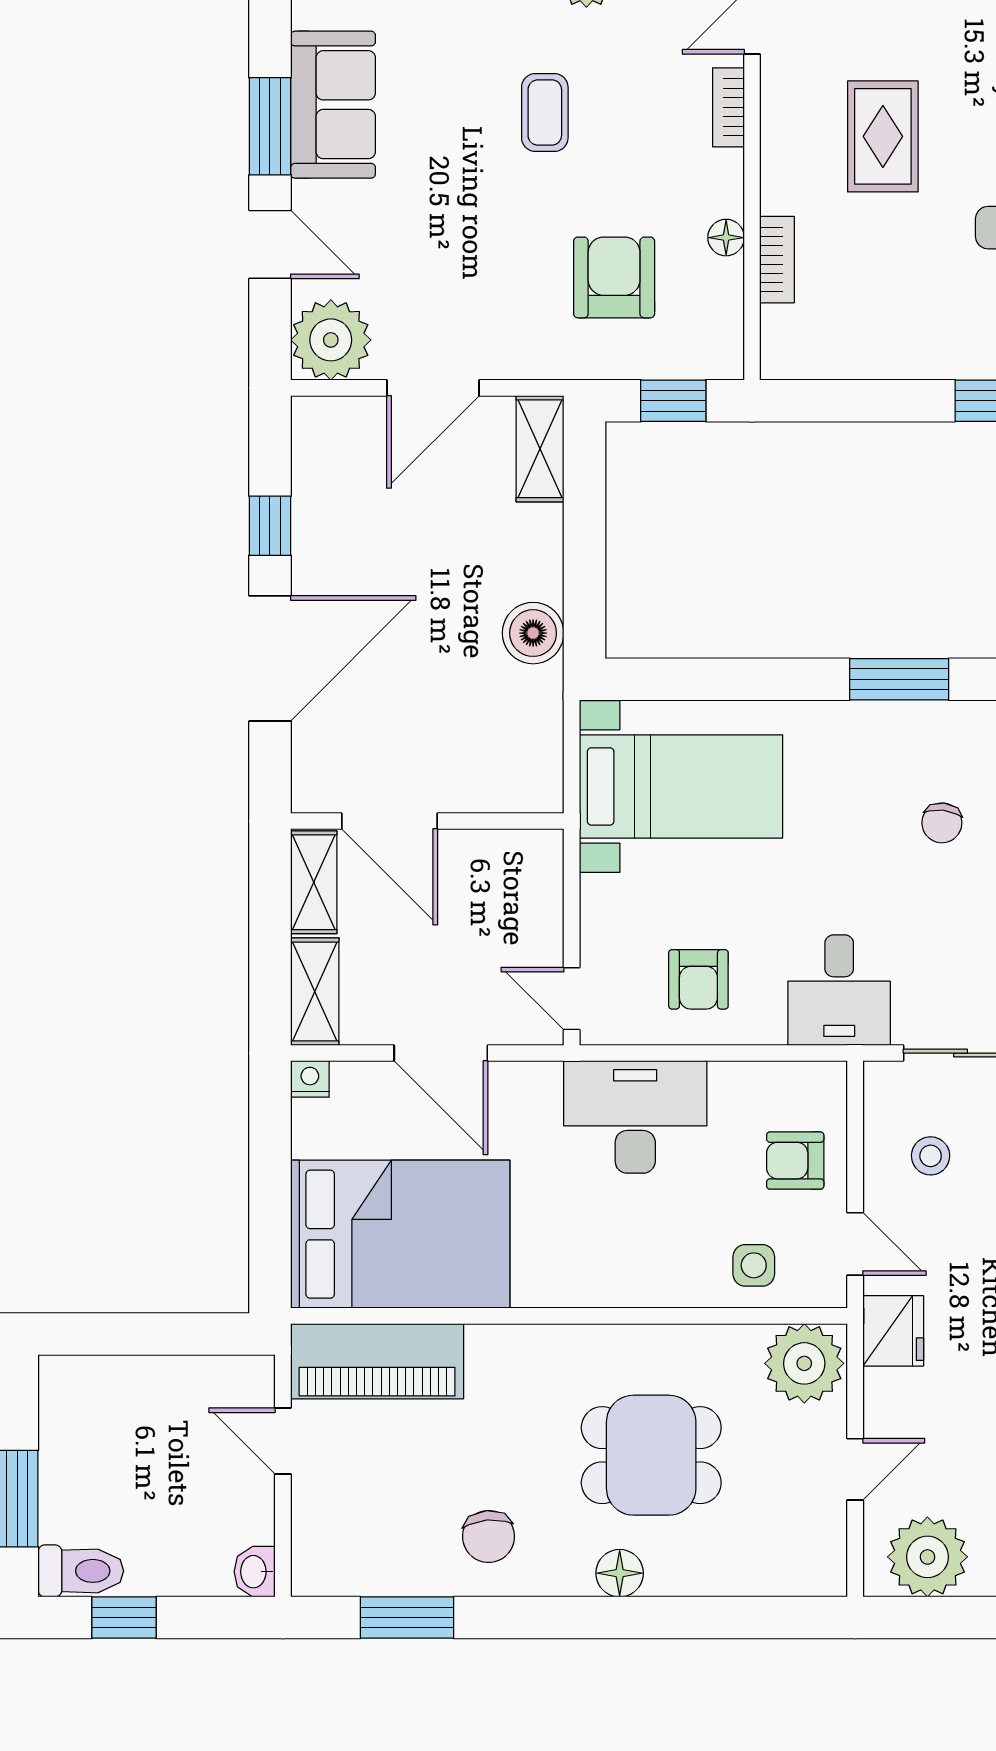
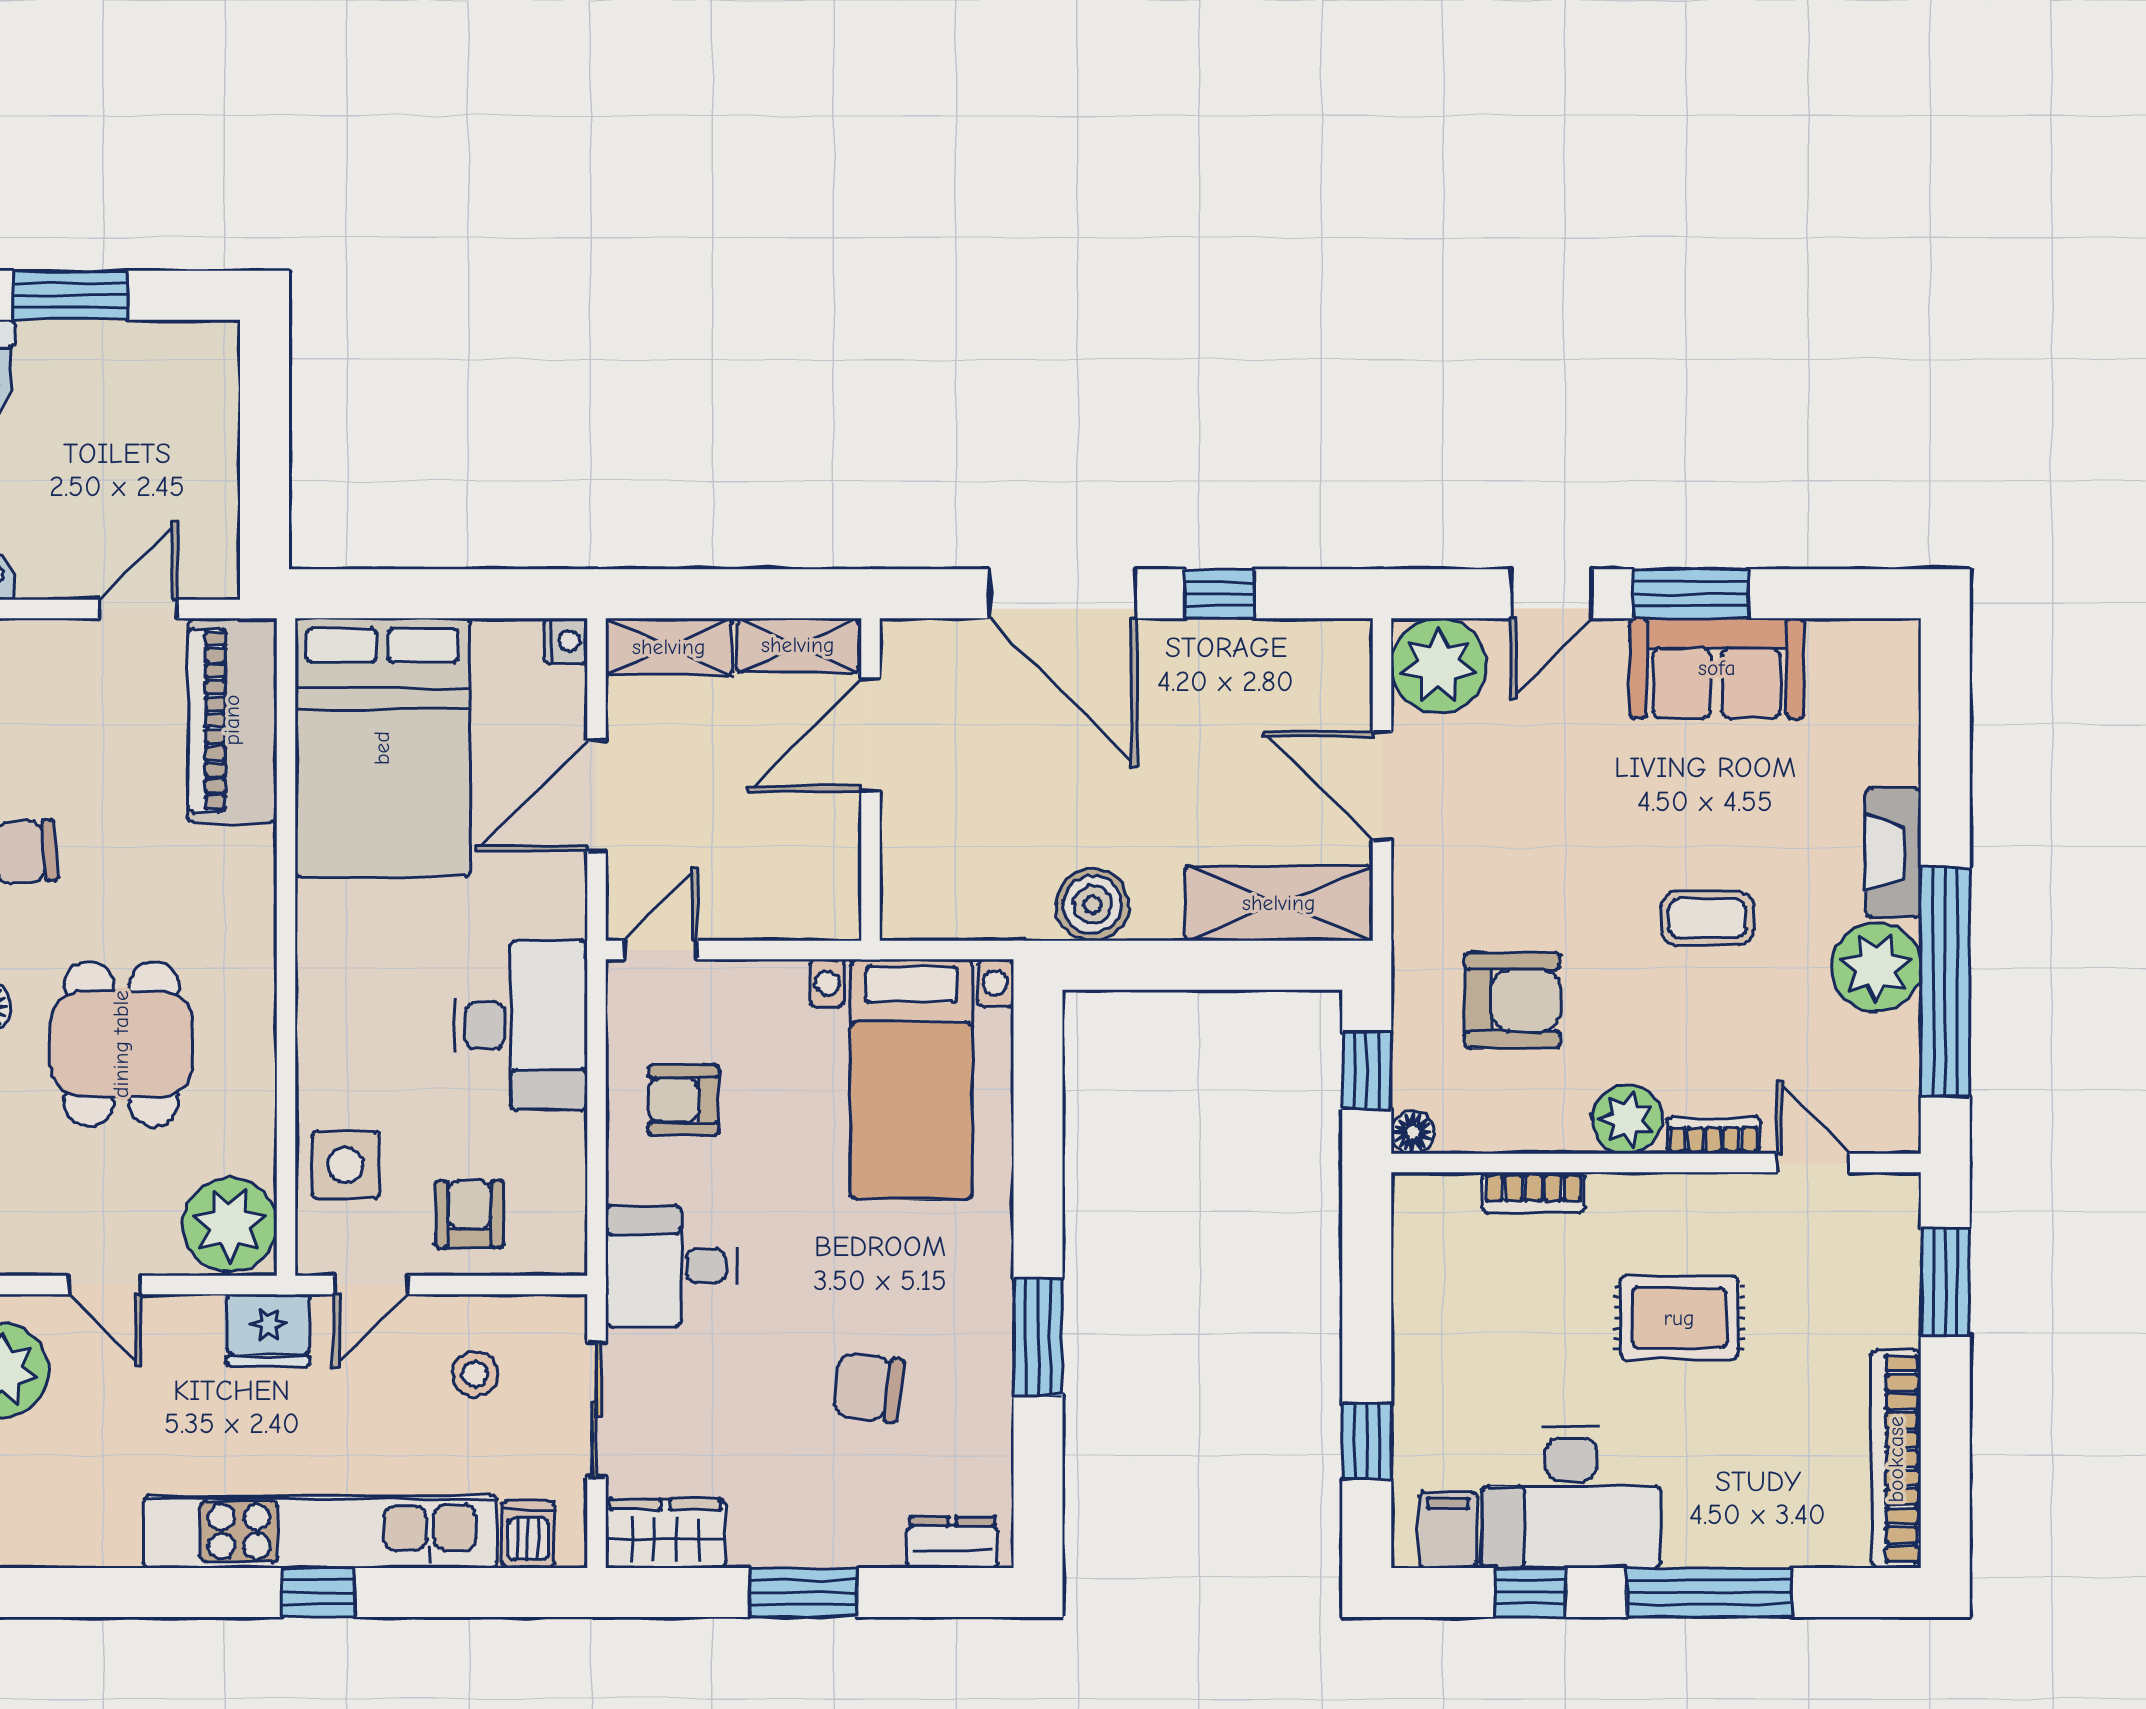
plant: (715, 180) -> (1627, 1119), added
floor lamp: (726, 238) -> (1413, 1132), moved
shelving: (540, 449) -> (1279, 903), width x1.50, depth x1.33
chair: (942, 823) -> (868, 1387), width x1.37, depth x1.37
side table: (754, 1265) -> (346, 1165), width x1.37, depth x1.37

